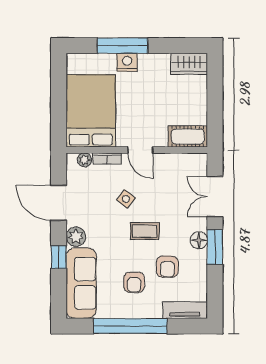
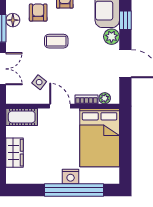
window: (123, 46) -> (74, 190), width x1.46
wardrobe: (189, 64) -> (15, 153), moved, turned 90
side table: (126, 199) -> (39, 82), moved
floor lamp: (199, 240) -> (13, 20), moved

